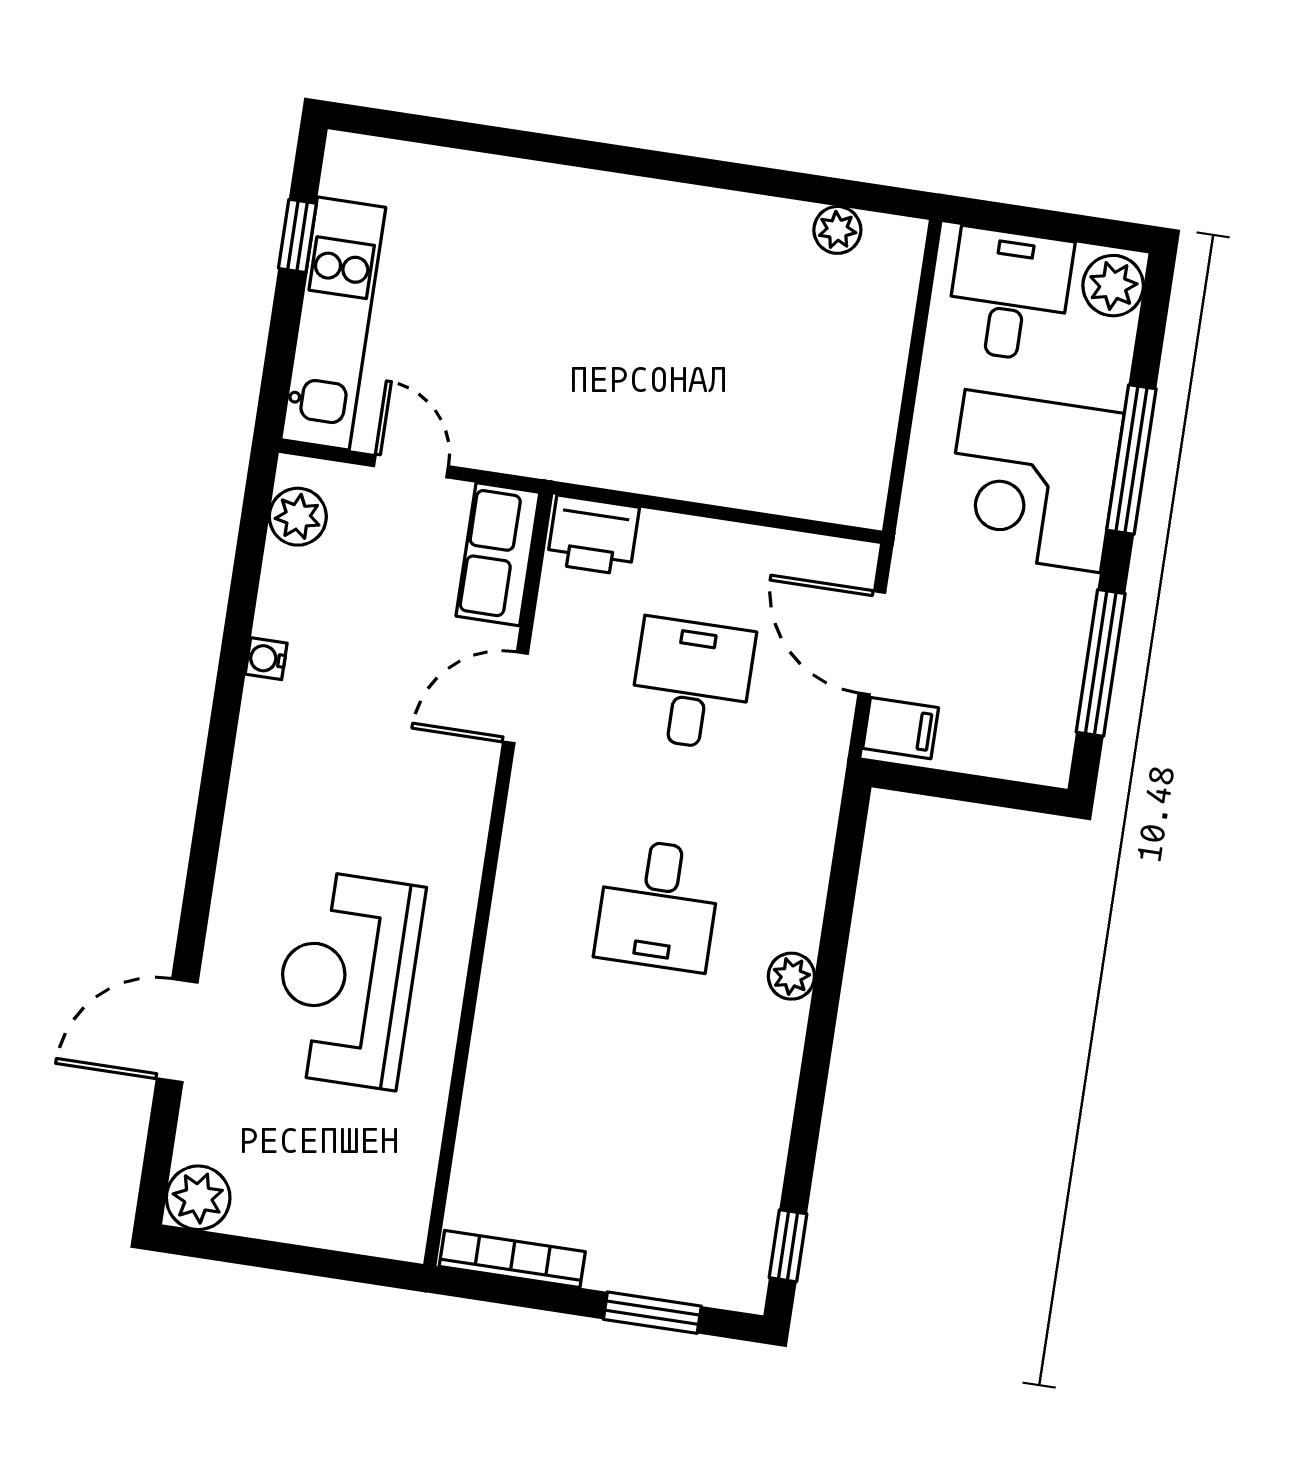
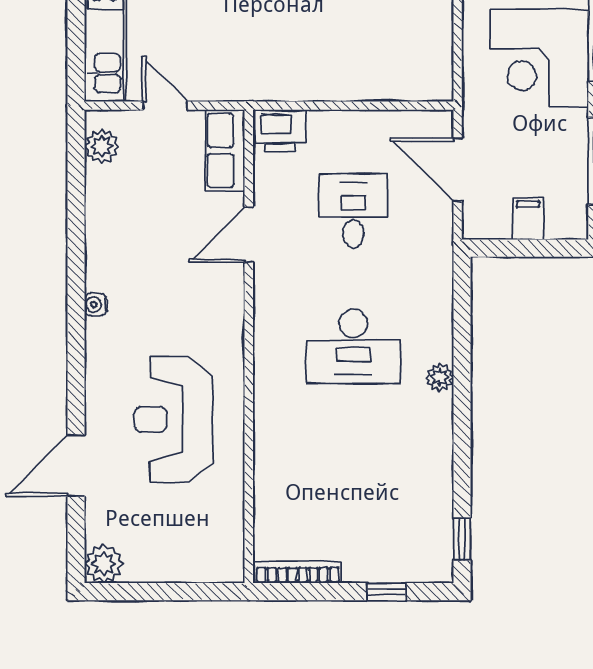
water cooler: (266, 659) -> (96, 305), moved
filing cabinet: (901, 728) -> (528, 219), moved, turned -90
desk: (658, 905) -> (353, 346), width x1.37
window: (652, 1313) -> (387, 592), width x0.67

